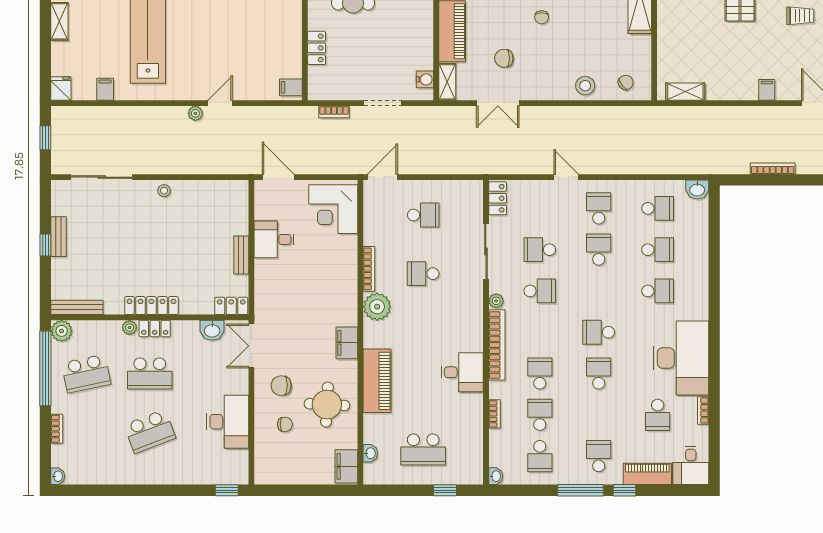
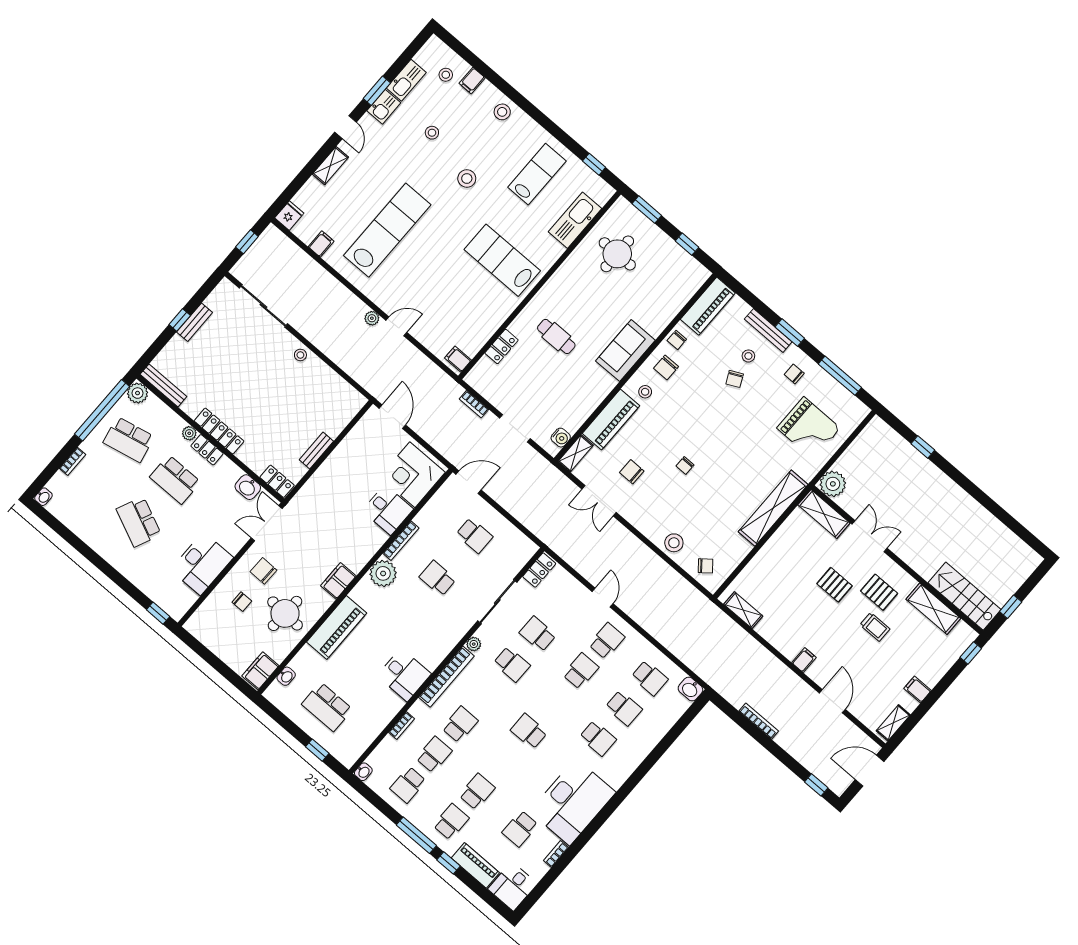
desk: (274, 239) -> (388, 510), moved, turned 180
school desk: (599, 374) -> (477, 792), moved
school desk: (150, 431) -> (139, 522), turned 45

